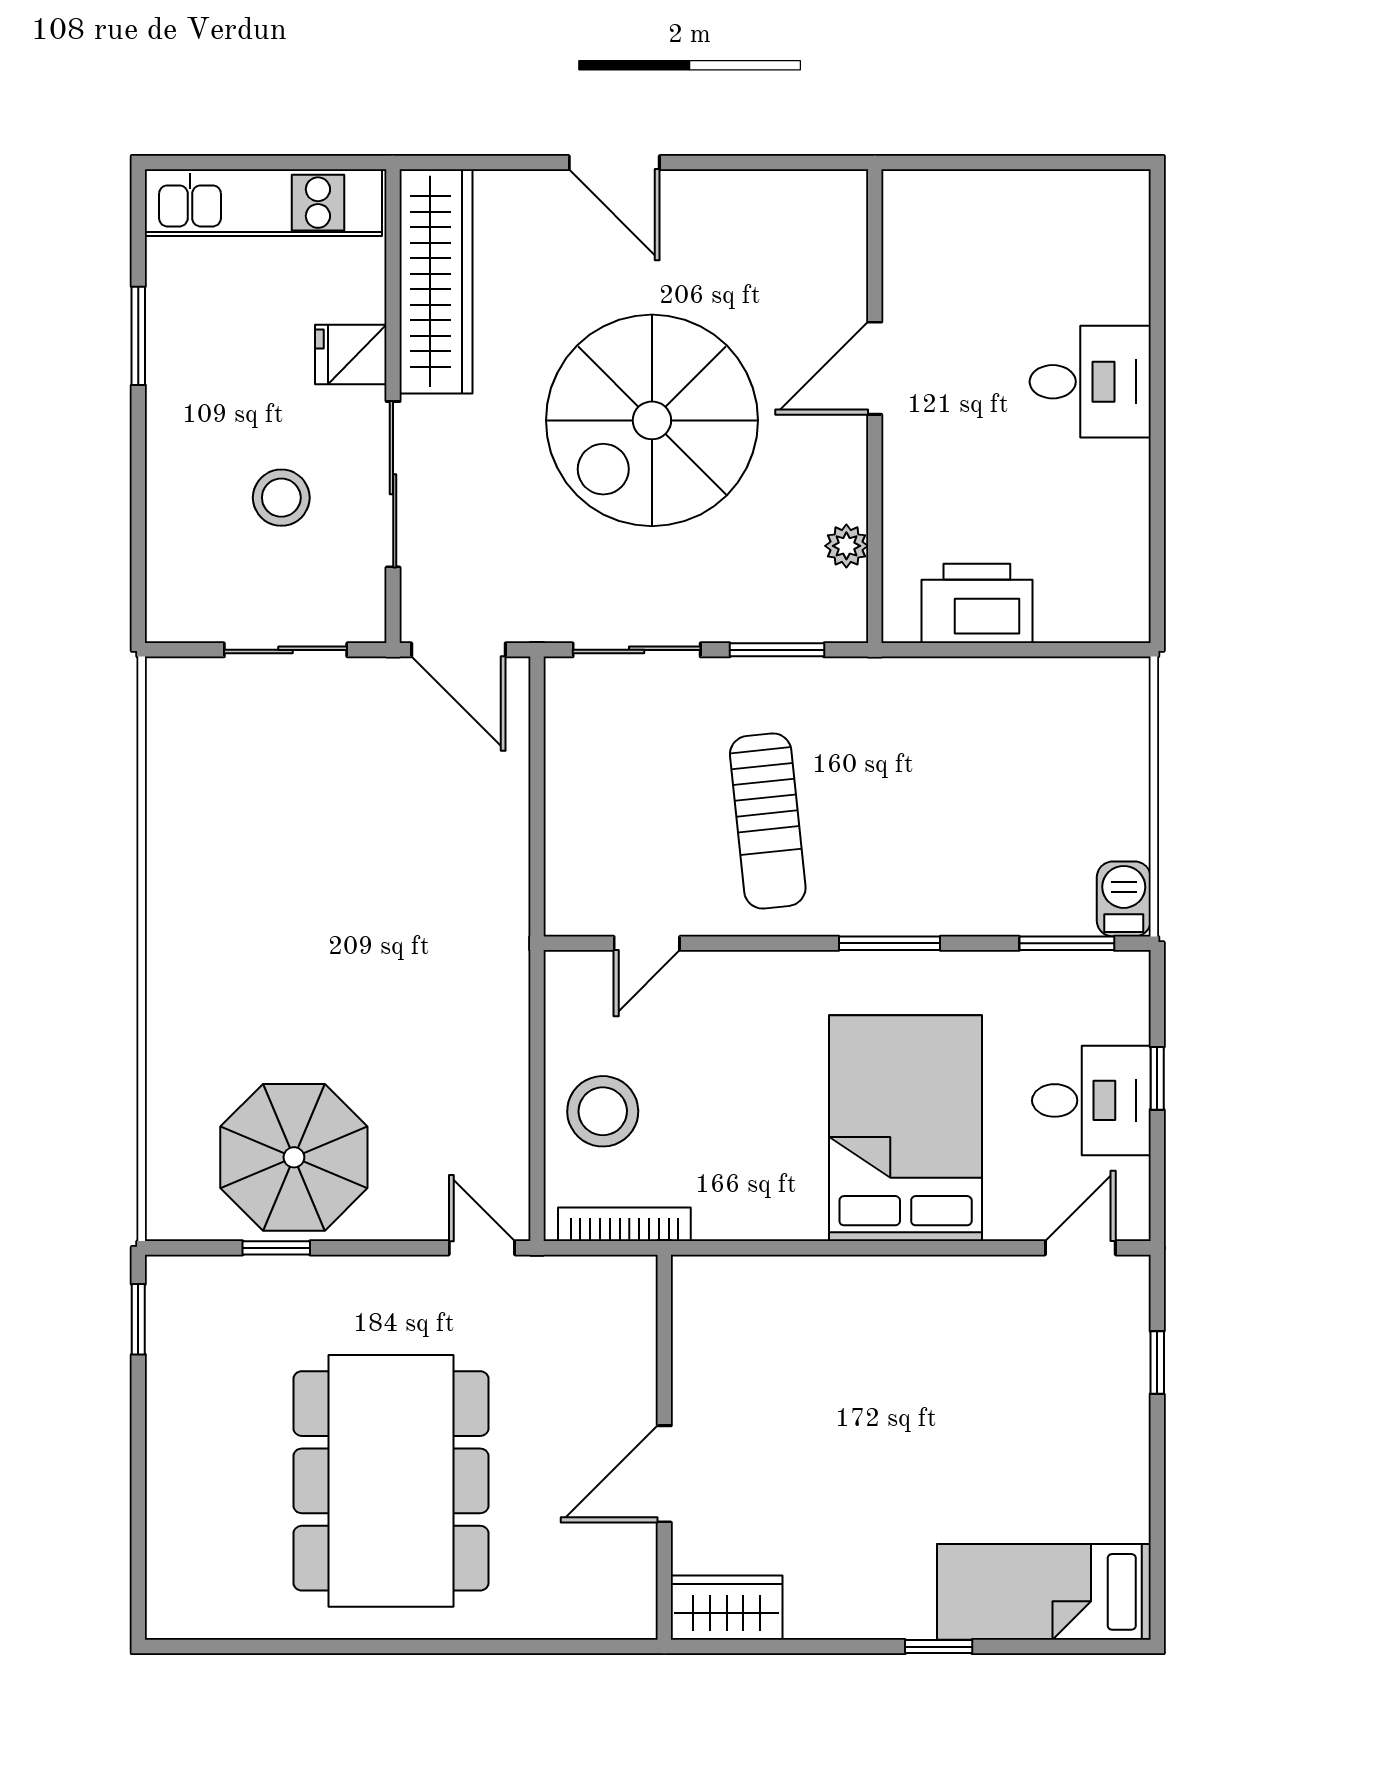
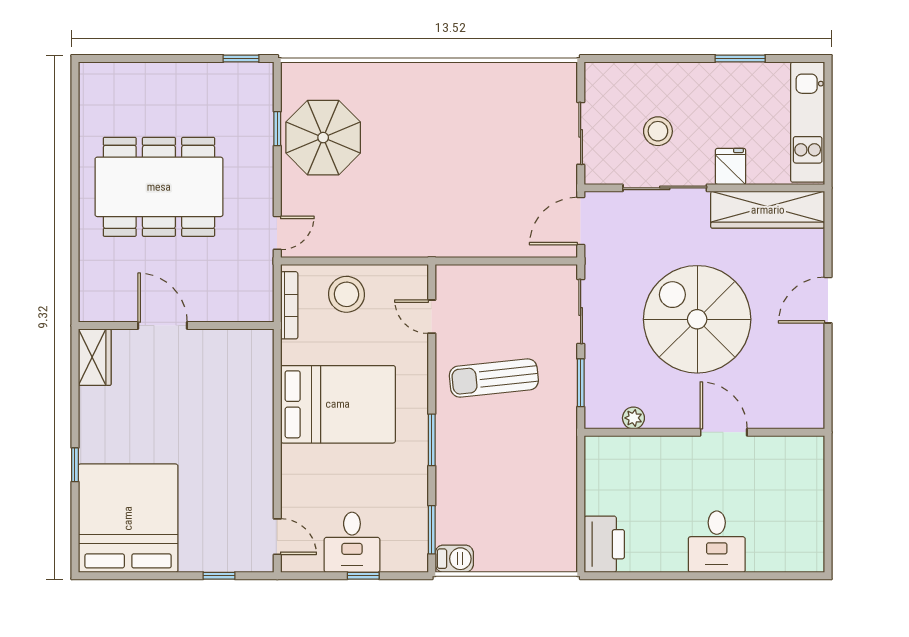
printer: (977, 603) -> (604, 544), moved
bed: (906, 1128) -> (338, 404), moved
bed: (1044, 1592) -> (128, 518), width x2.04

